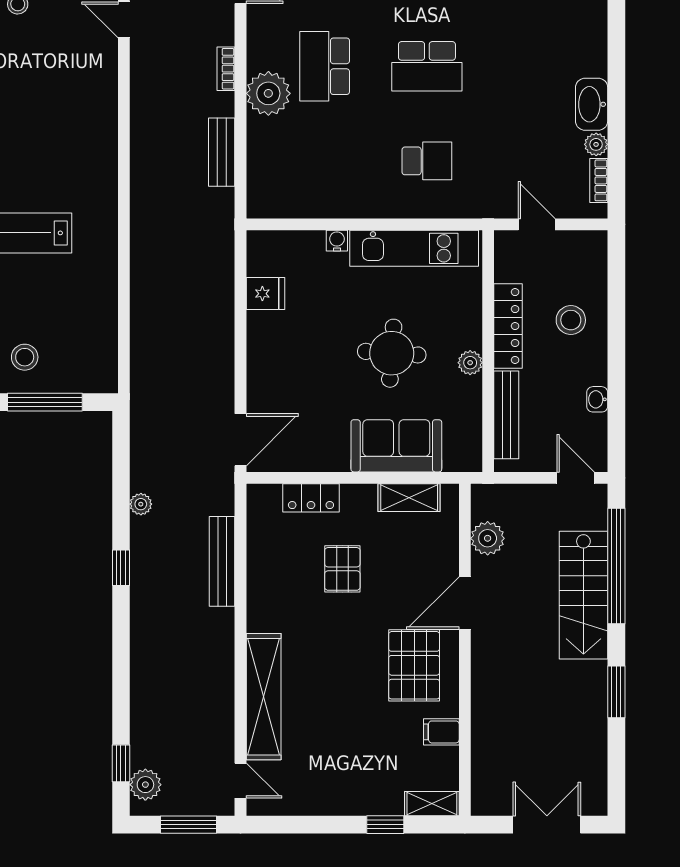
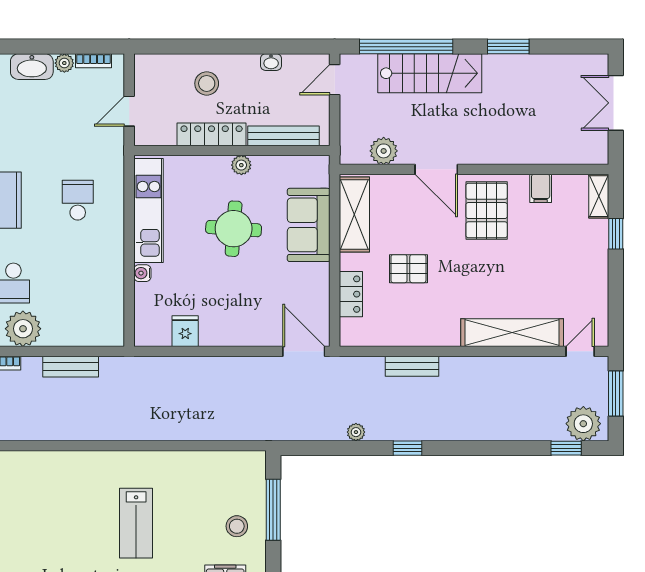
shelving: (409, 498) -> (354, 215), width x1.50, depth x1.33
bench: (222, 561) -> (412, 366), width x0.73
pallet: (414, 665) -> (487, 211), turned 90
plant: (145, 785) -> (583, 424), width x1.36, depth x1.36

